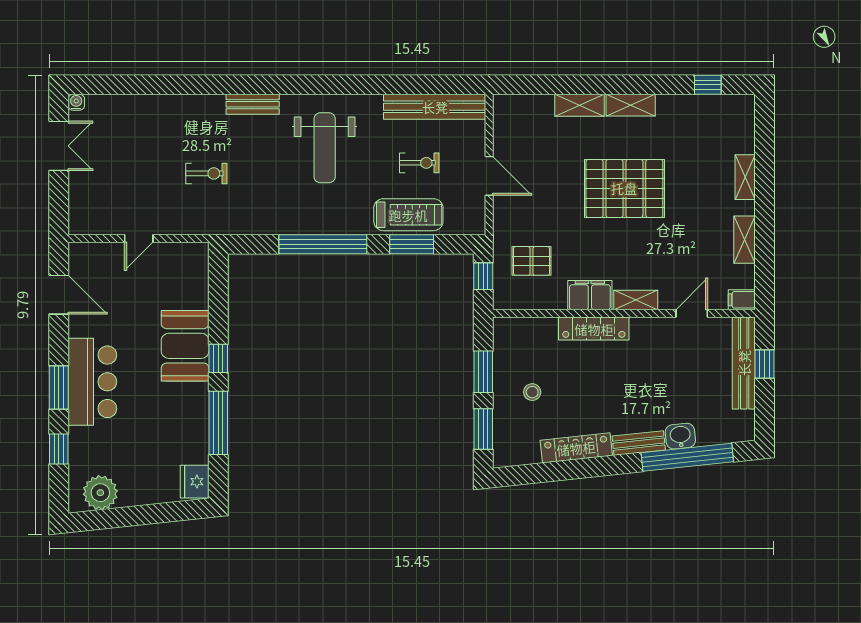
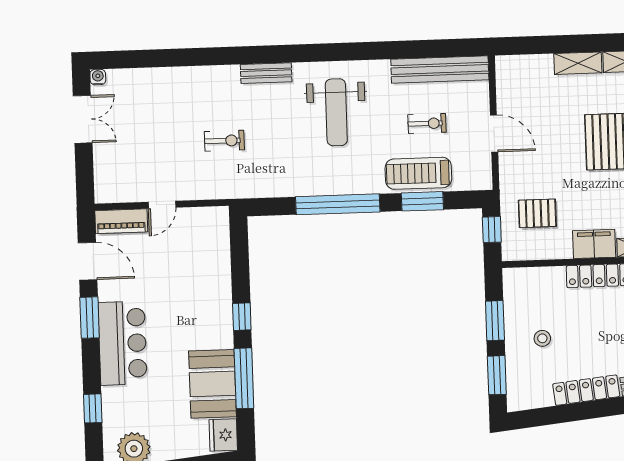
treadmill: (408, 215) -> (418, 173), turned 180
piano: (95, 254) -> (121, 221), added
booth: (185, 346) -> (213, 384), moved
window: (59, 387) -> (90, 318), moved

